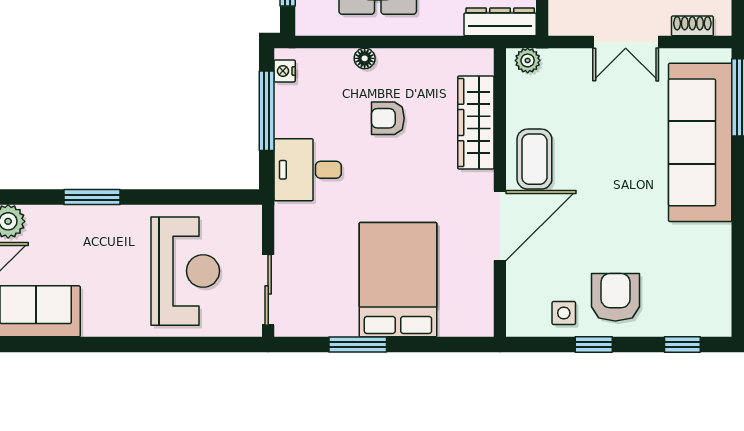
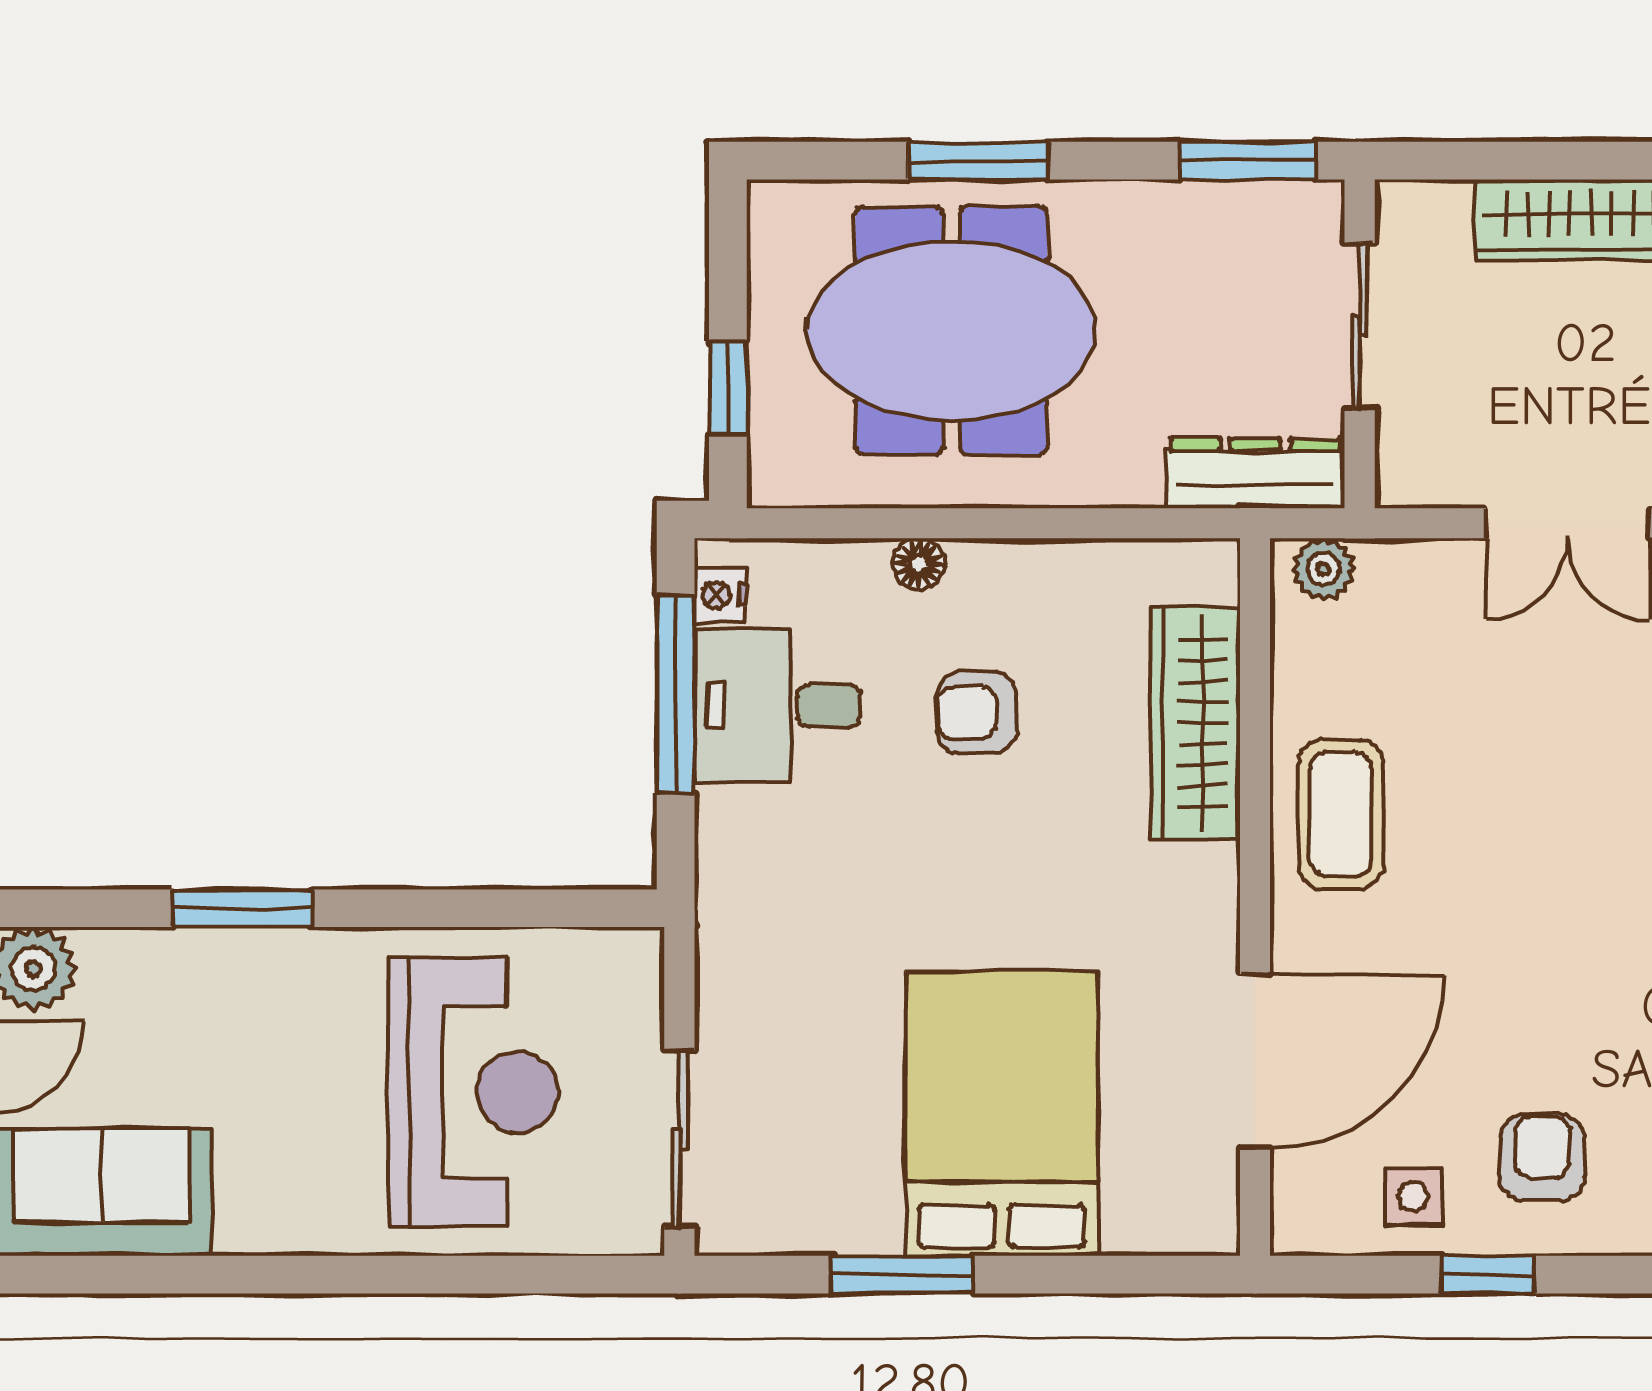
desk: (308, 170) -> (777, 706), moved
door: (500, 226) -> (1255, 1061), moved
armchair: (615, 297) -> (1542, 1157), width x0.72, depth x0.72

